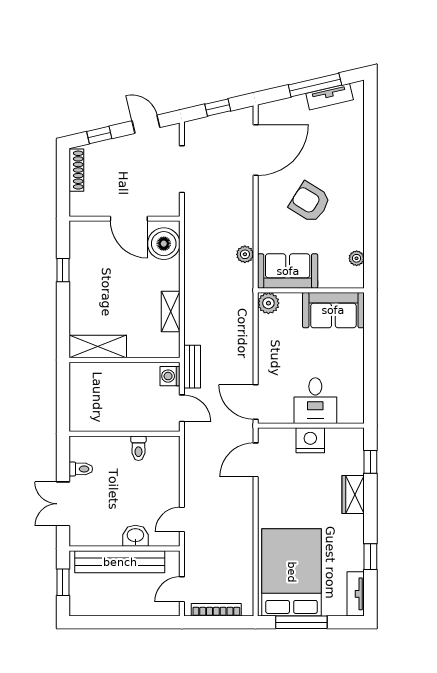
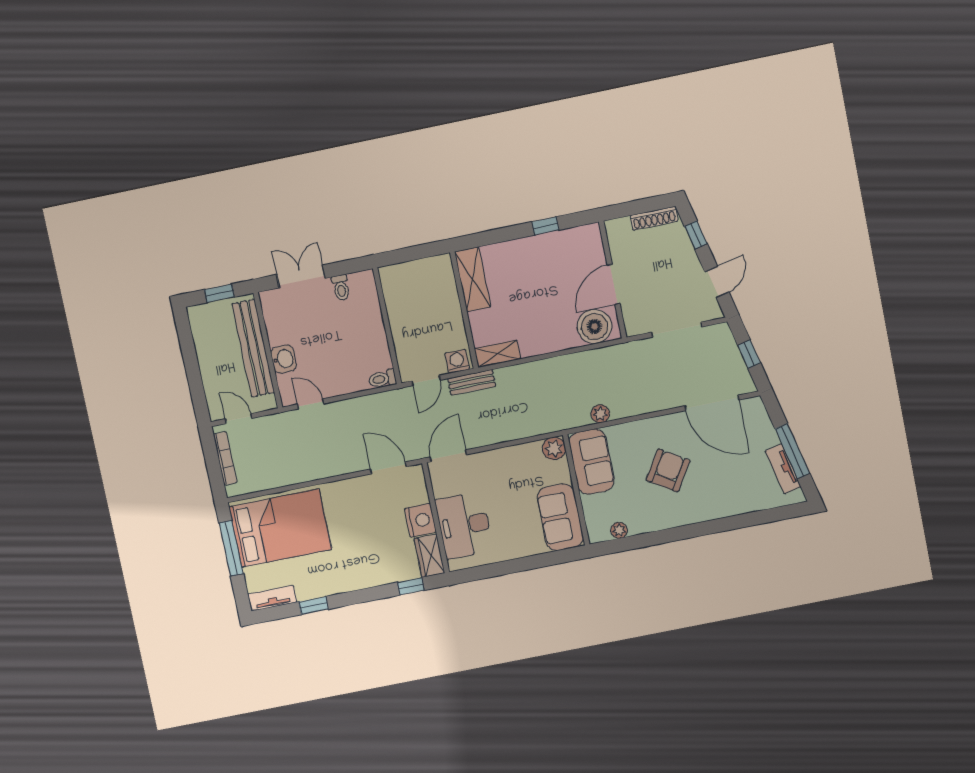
shelving: (171, 312) -> (497, 354), moved
desk: (315, 401) -> (464, 525), width x1.37
toilet: (138, 448) -> (382, 379), moved
wardrobe: (353, 495) -> (429, 556), moved, turned -90

